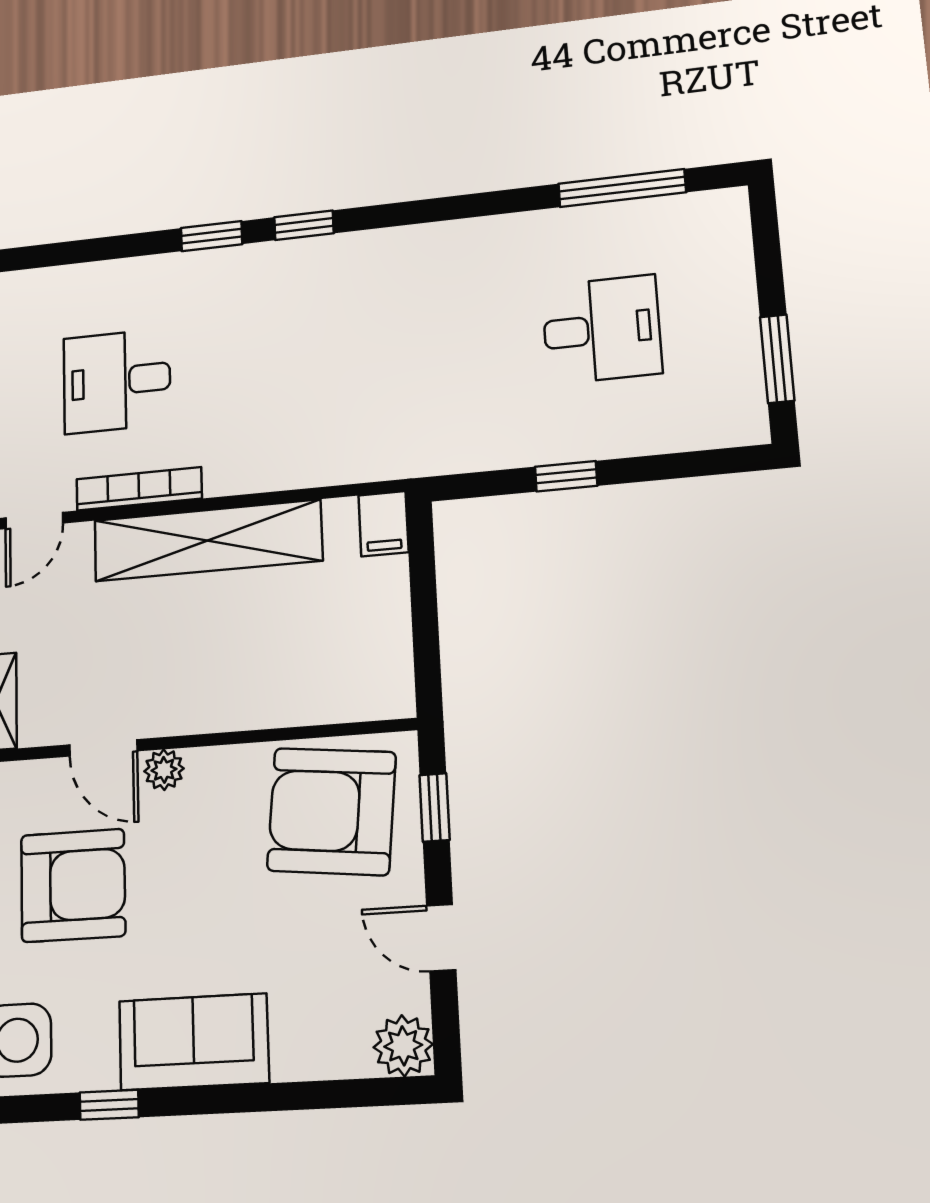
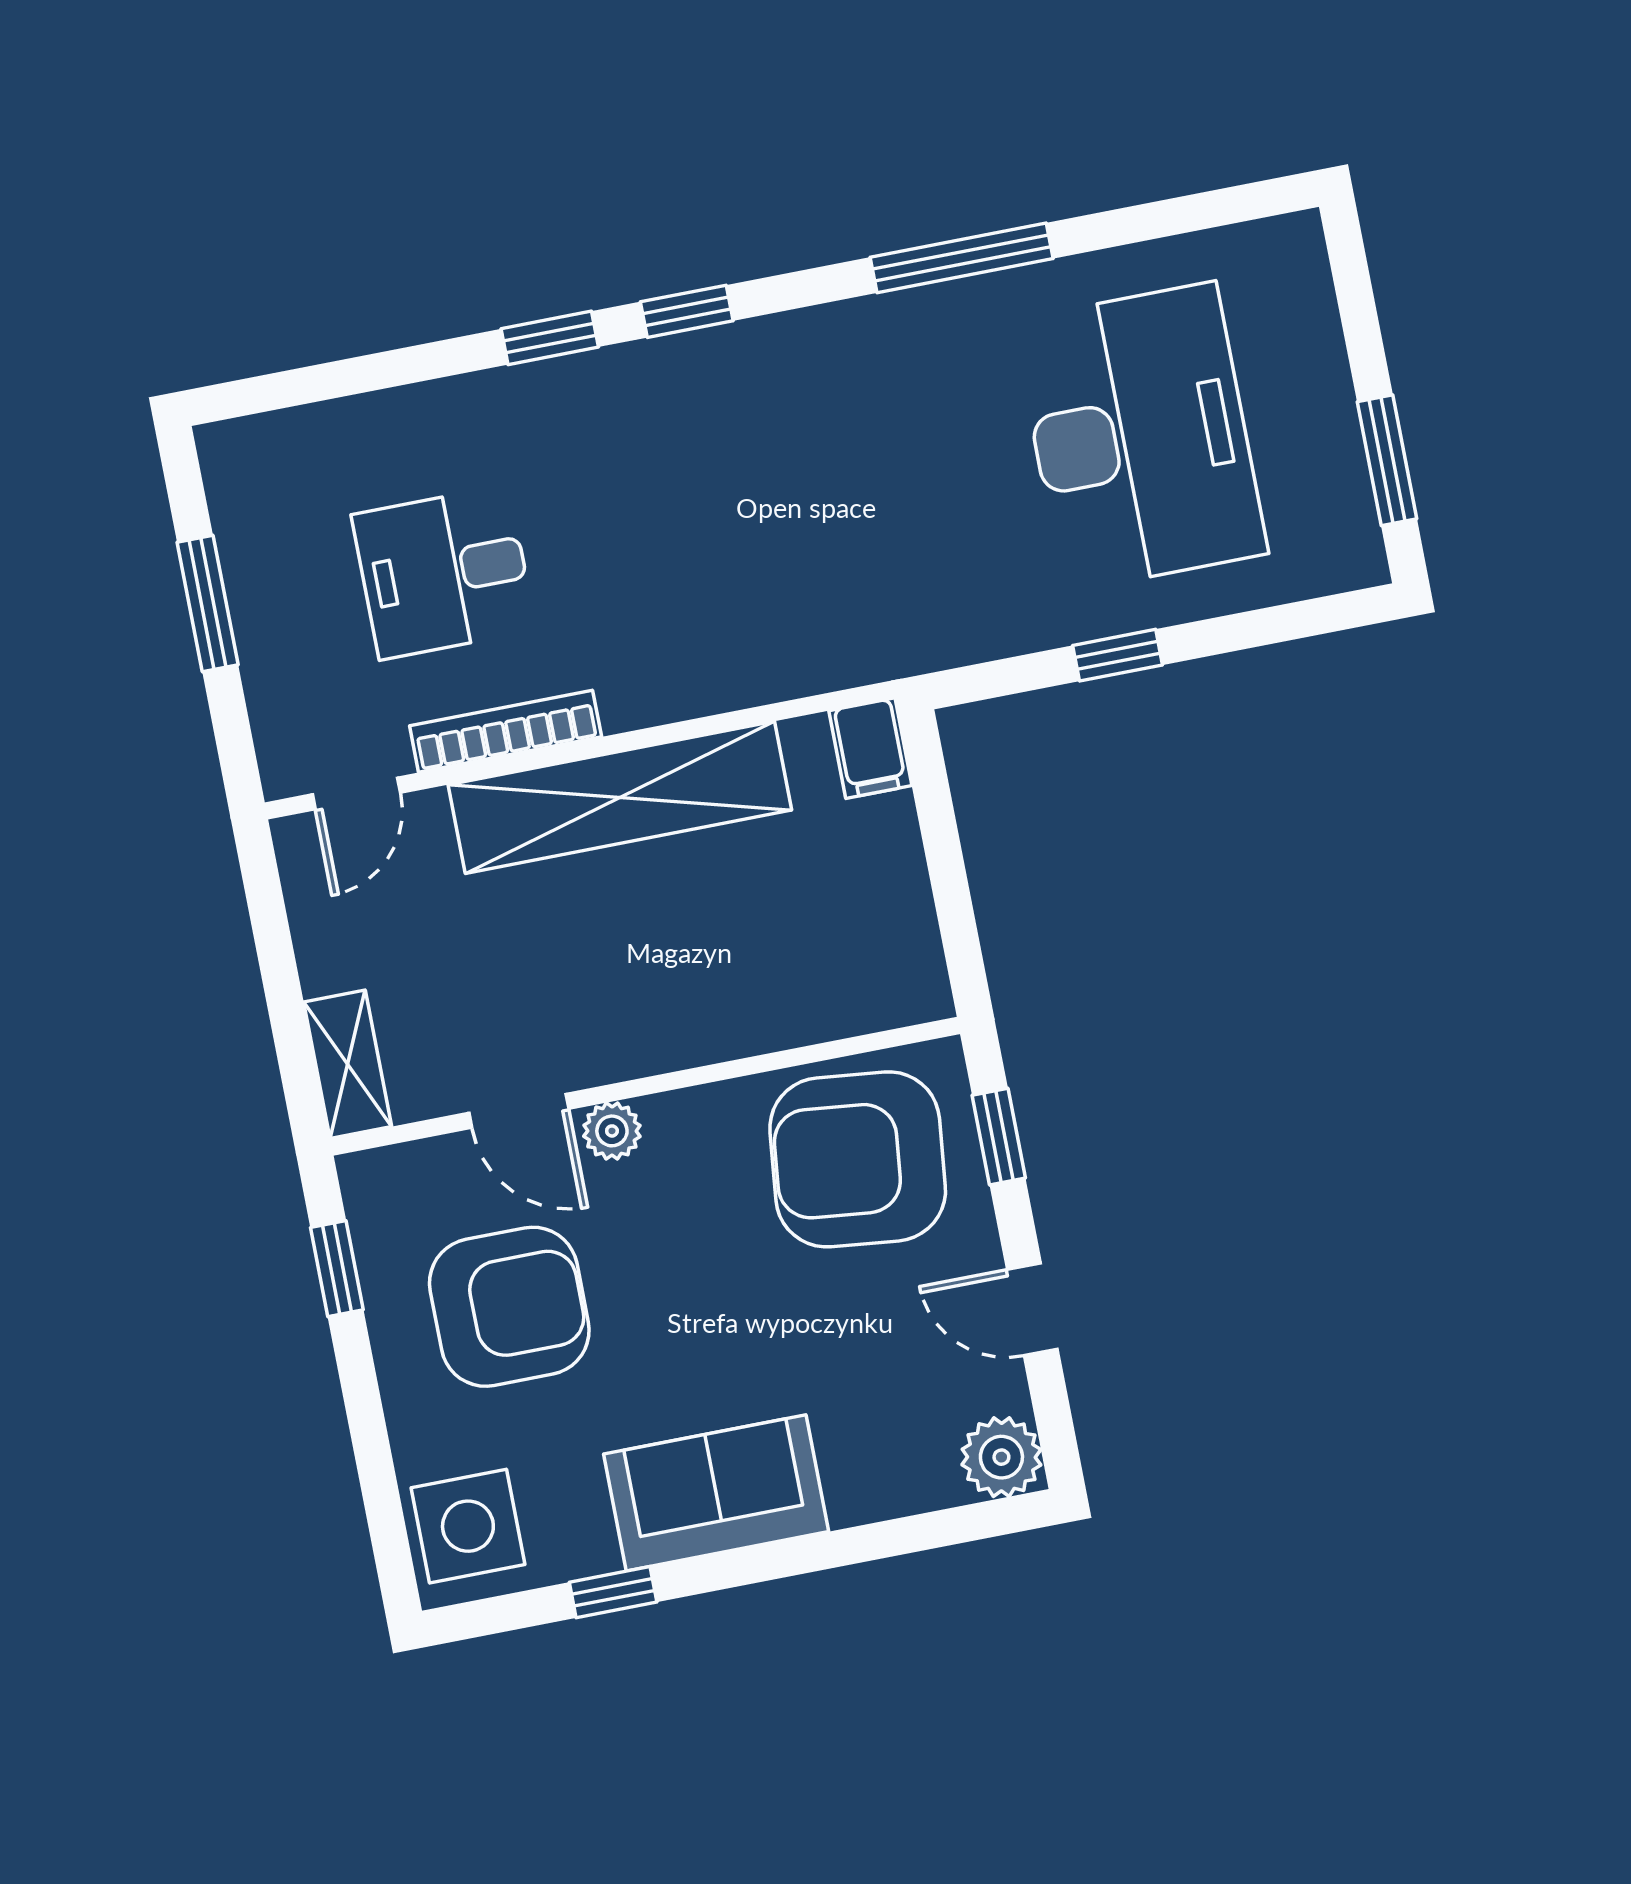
window: (622, 188) -> (962, 258), moved
desk: (602, 329) -> (1140, 437), width x1.87, depth x1.30

